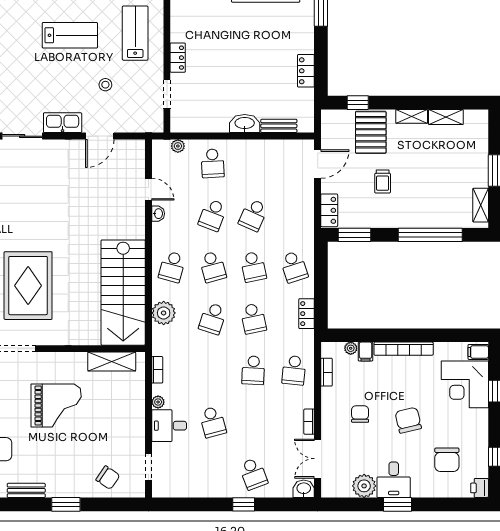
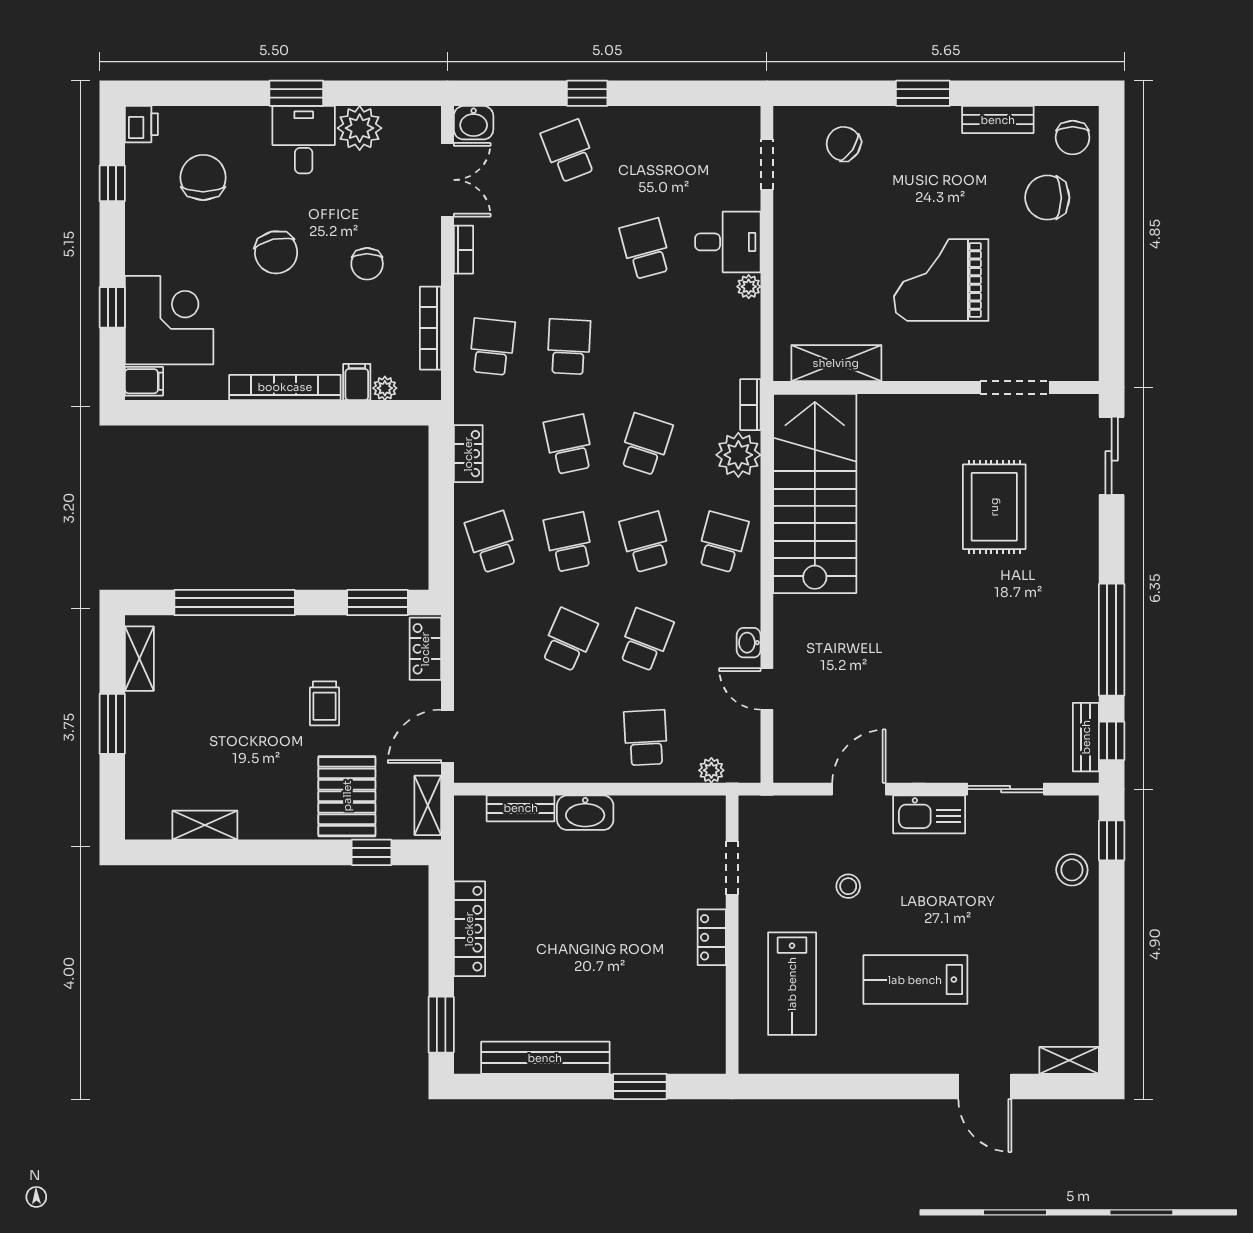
locker: (306, 71) -> (469, 929), width x1.53
shelving: (412, 116) -> (428, 805), moved, turned 90
trolley: (383, 181) -> (325, 703), turned 180
rug: (28, 286) -> (994, 507), width x0.73, depth x0.69
bookcase: (157, 370) -> (750, 405), moved
bookcase: (326, 372) -> (431, 328), width x1.56

